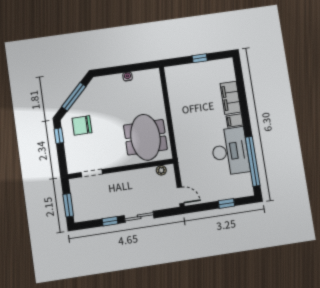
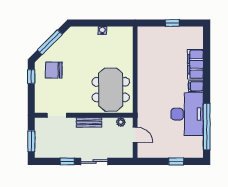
bench: (127, 176) -> (89, 122), added
door: (181, 195) -> (135, 135), moved

